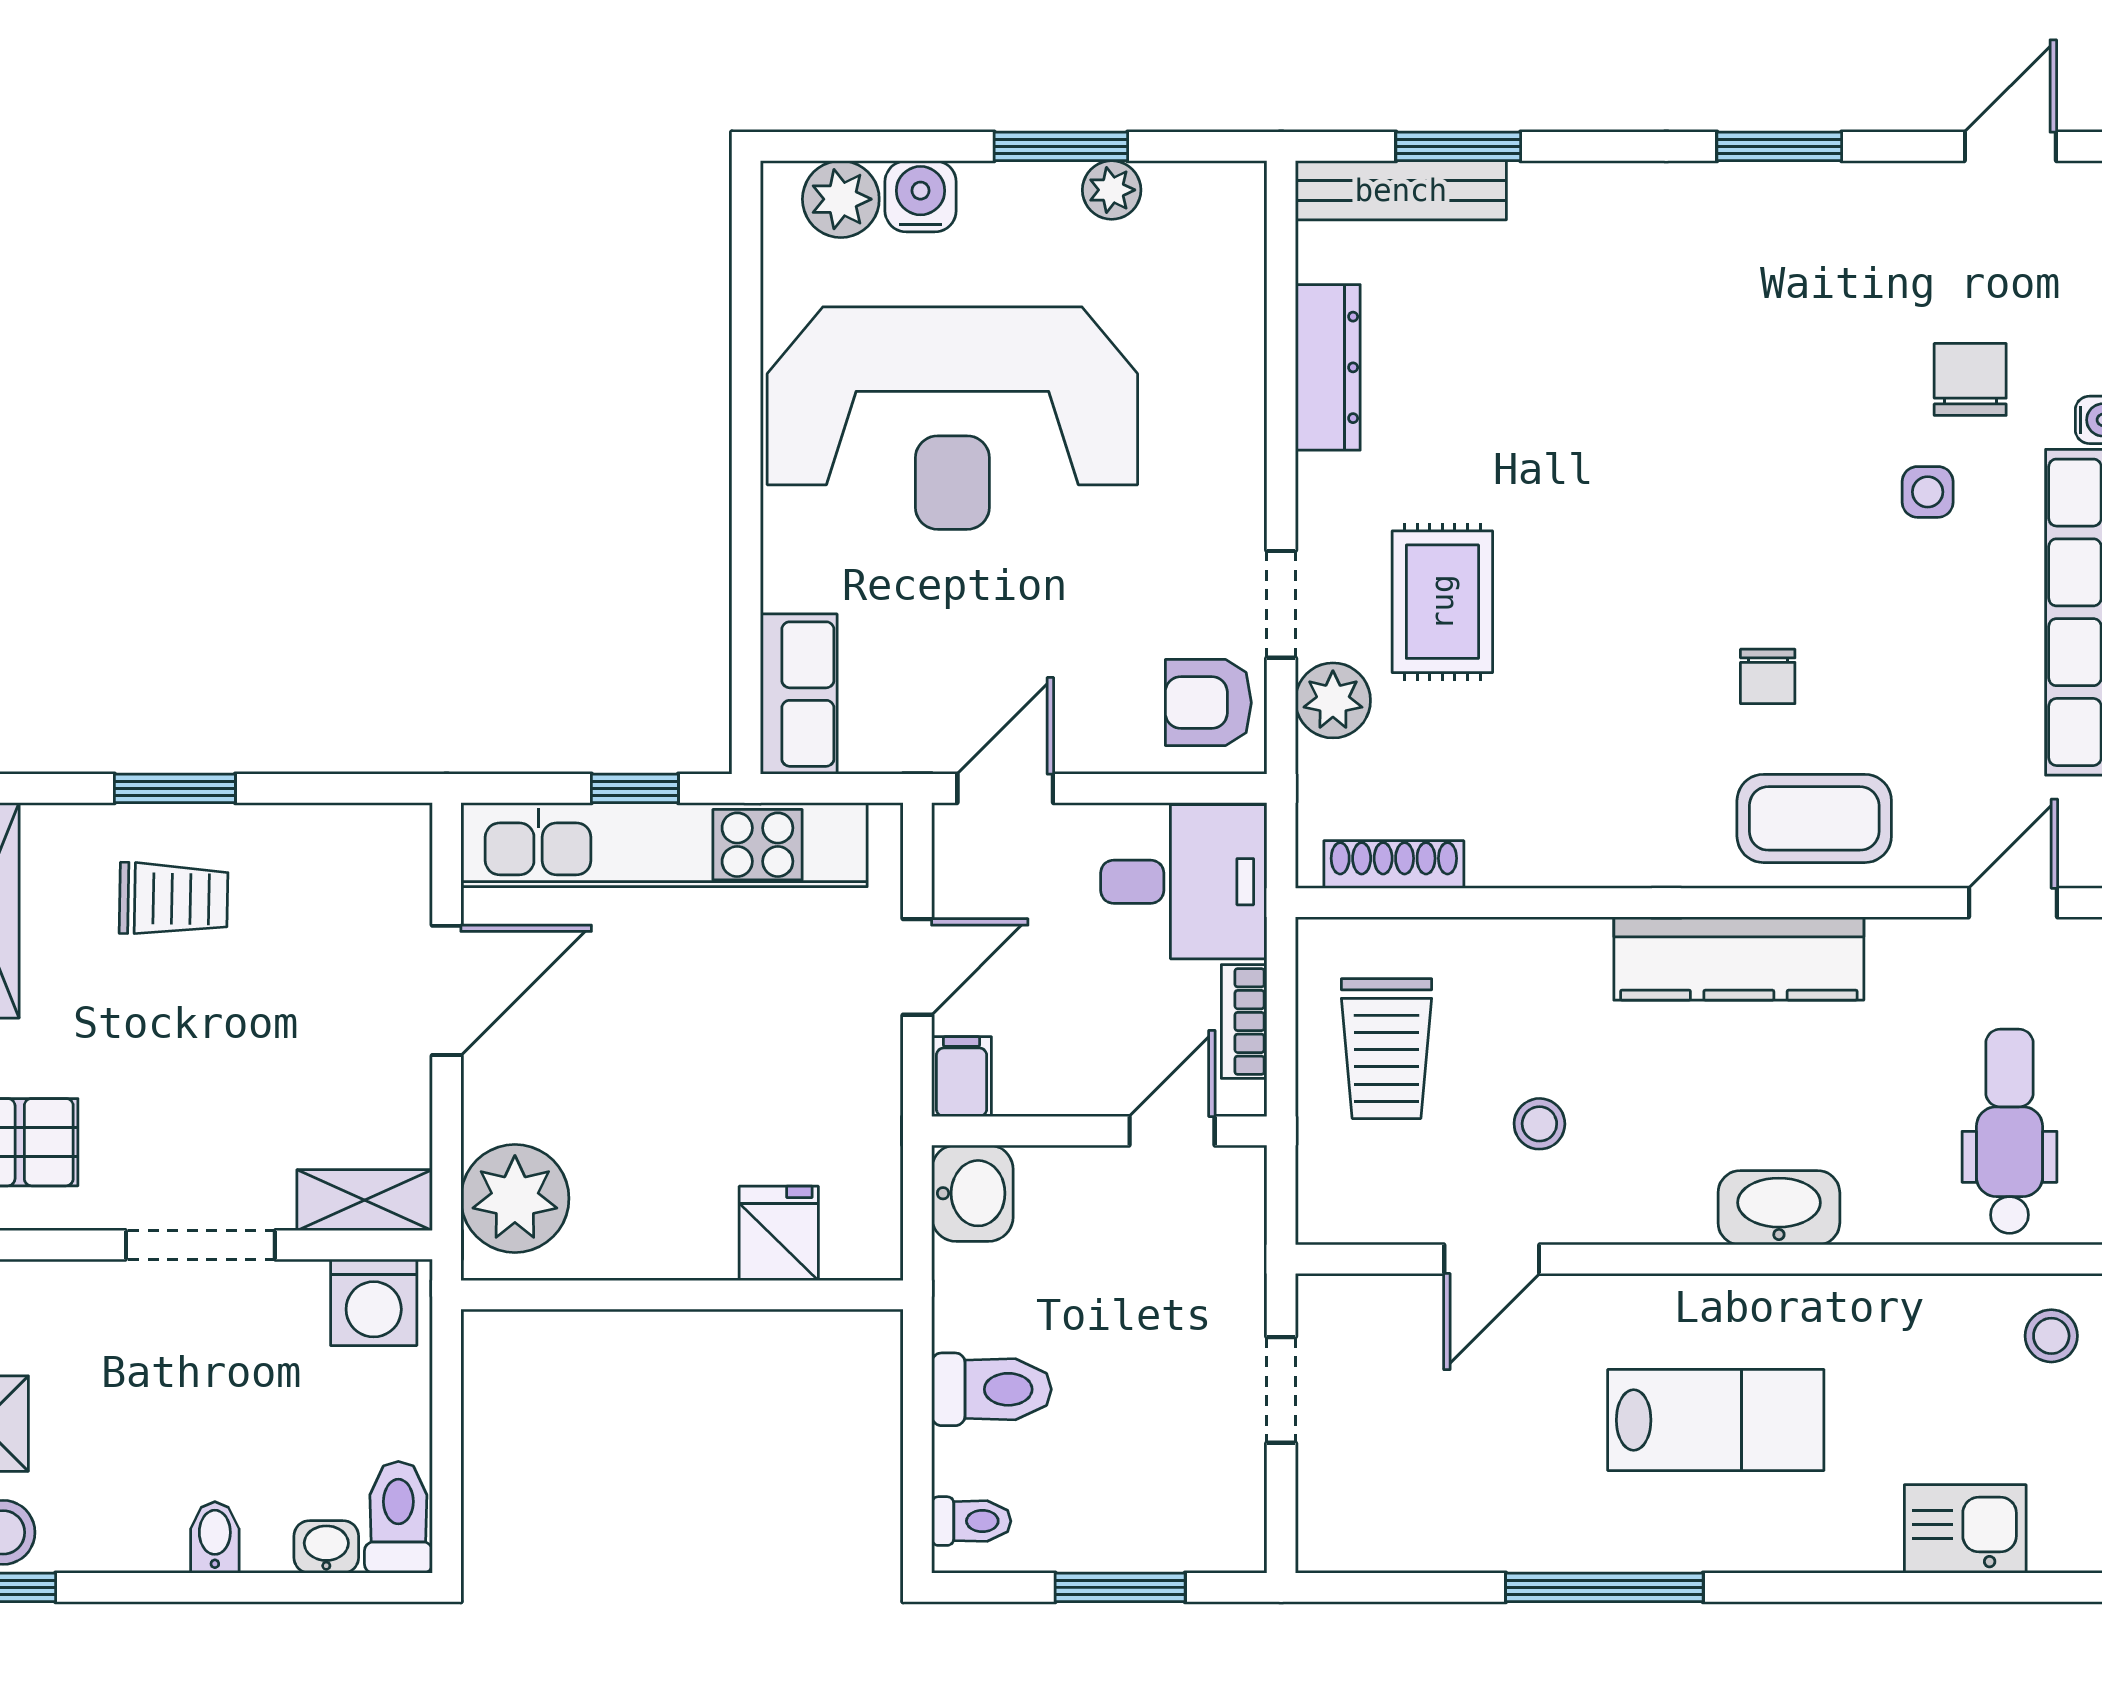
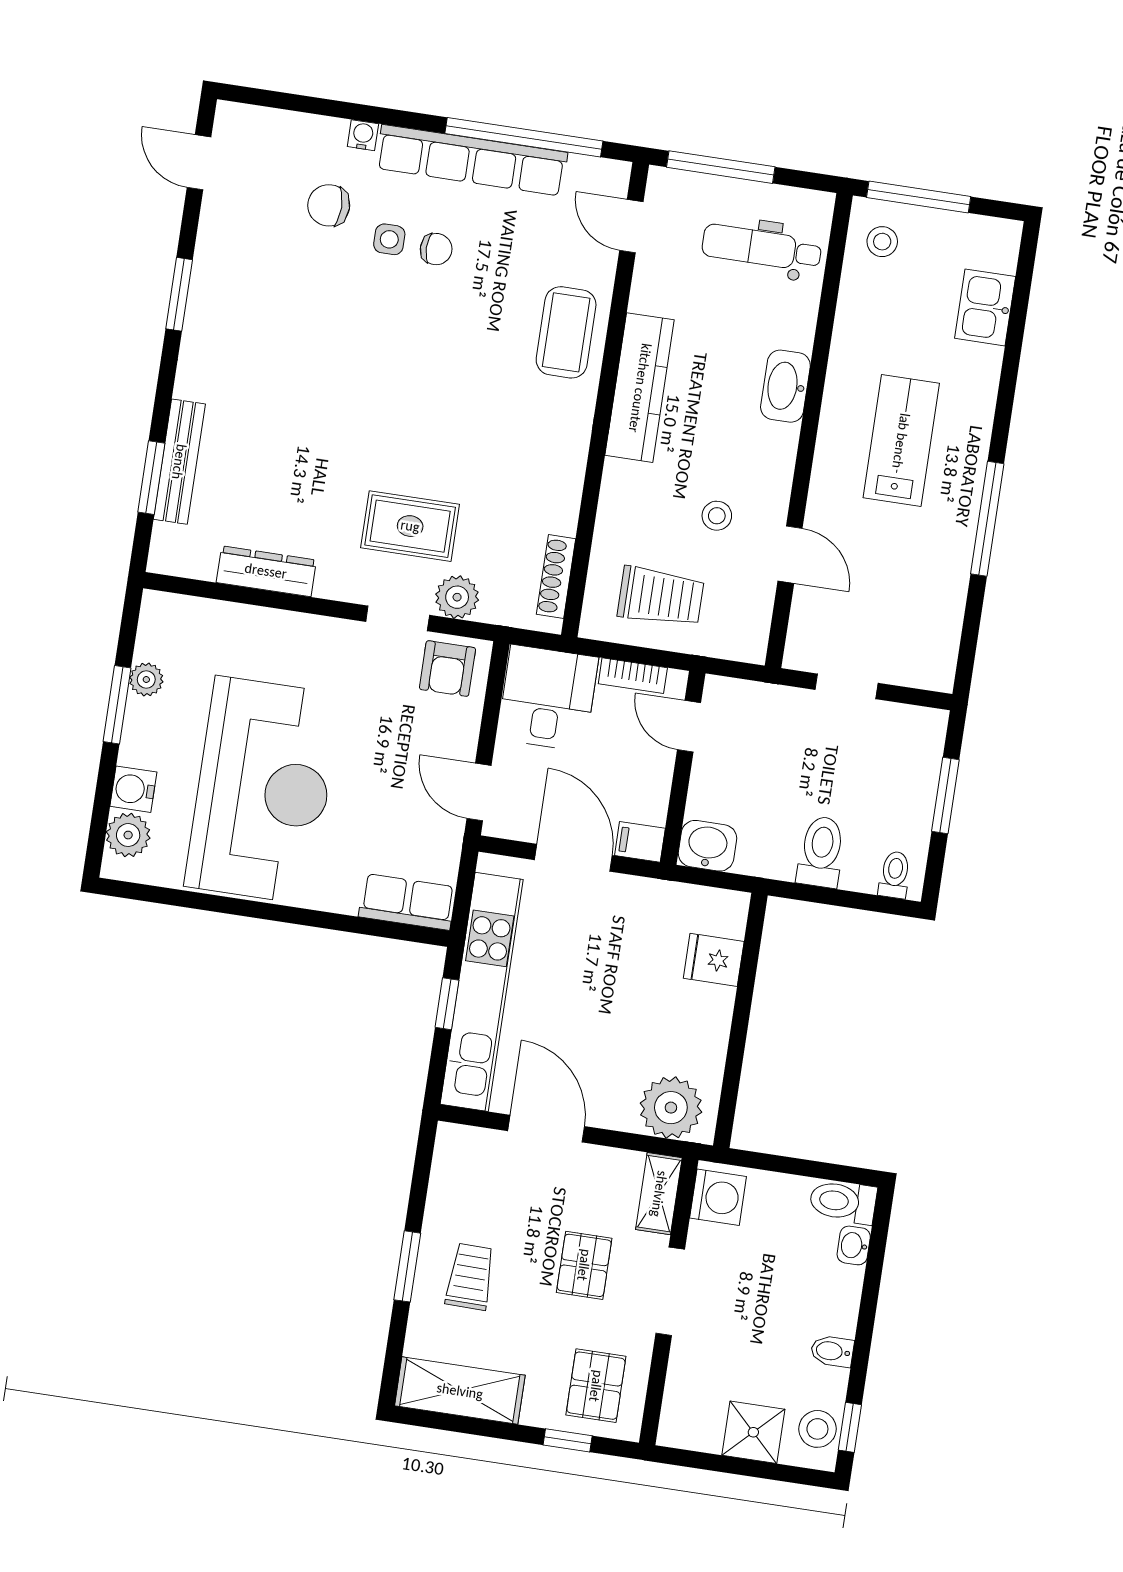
bench: (1401, 190) -> (179, 462), moved
chair: (1768, 676) -> (436, 249), moved
door: (917, 967) -> (573, 858), width x1.38
pallet: (223, 1091) -> (584, 1265), added
bidet: (215, 1537) -> (832, 1351), moved

